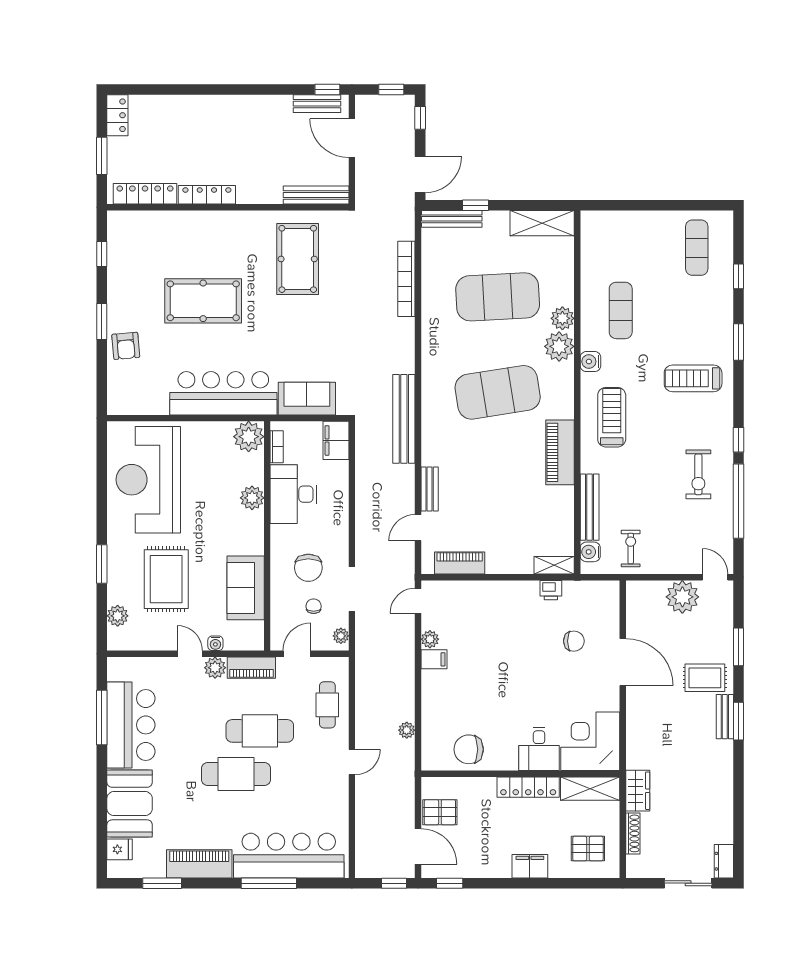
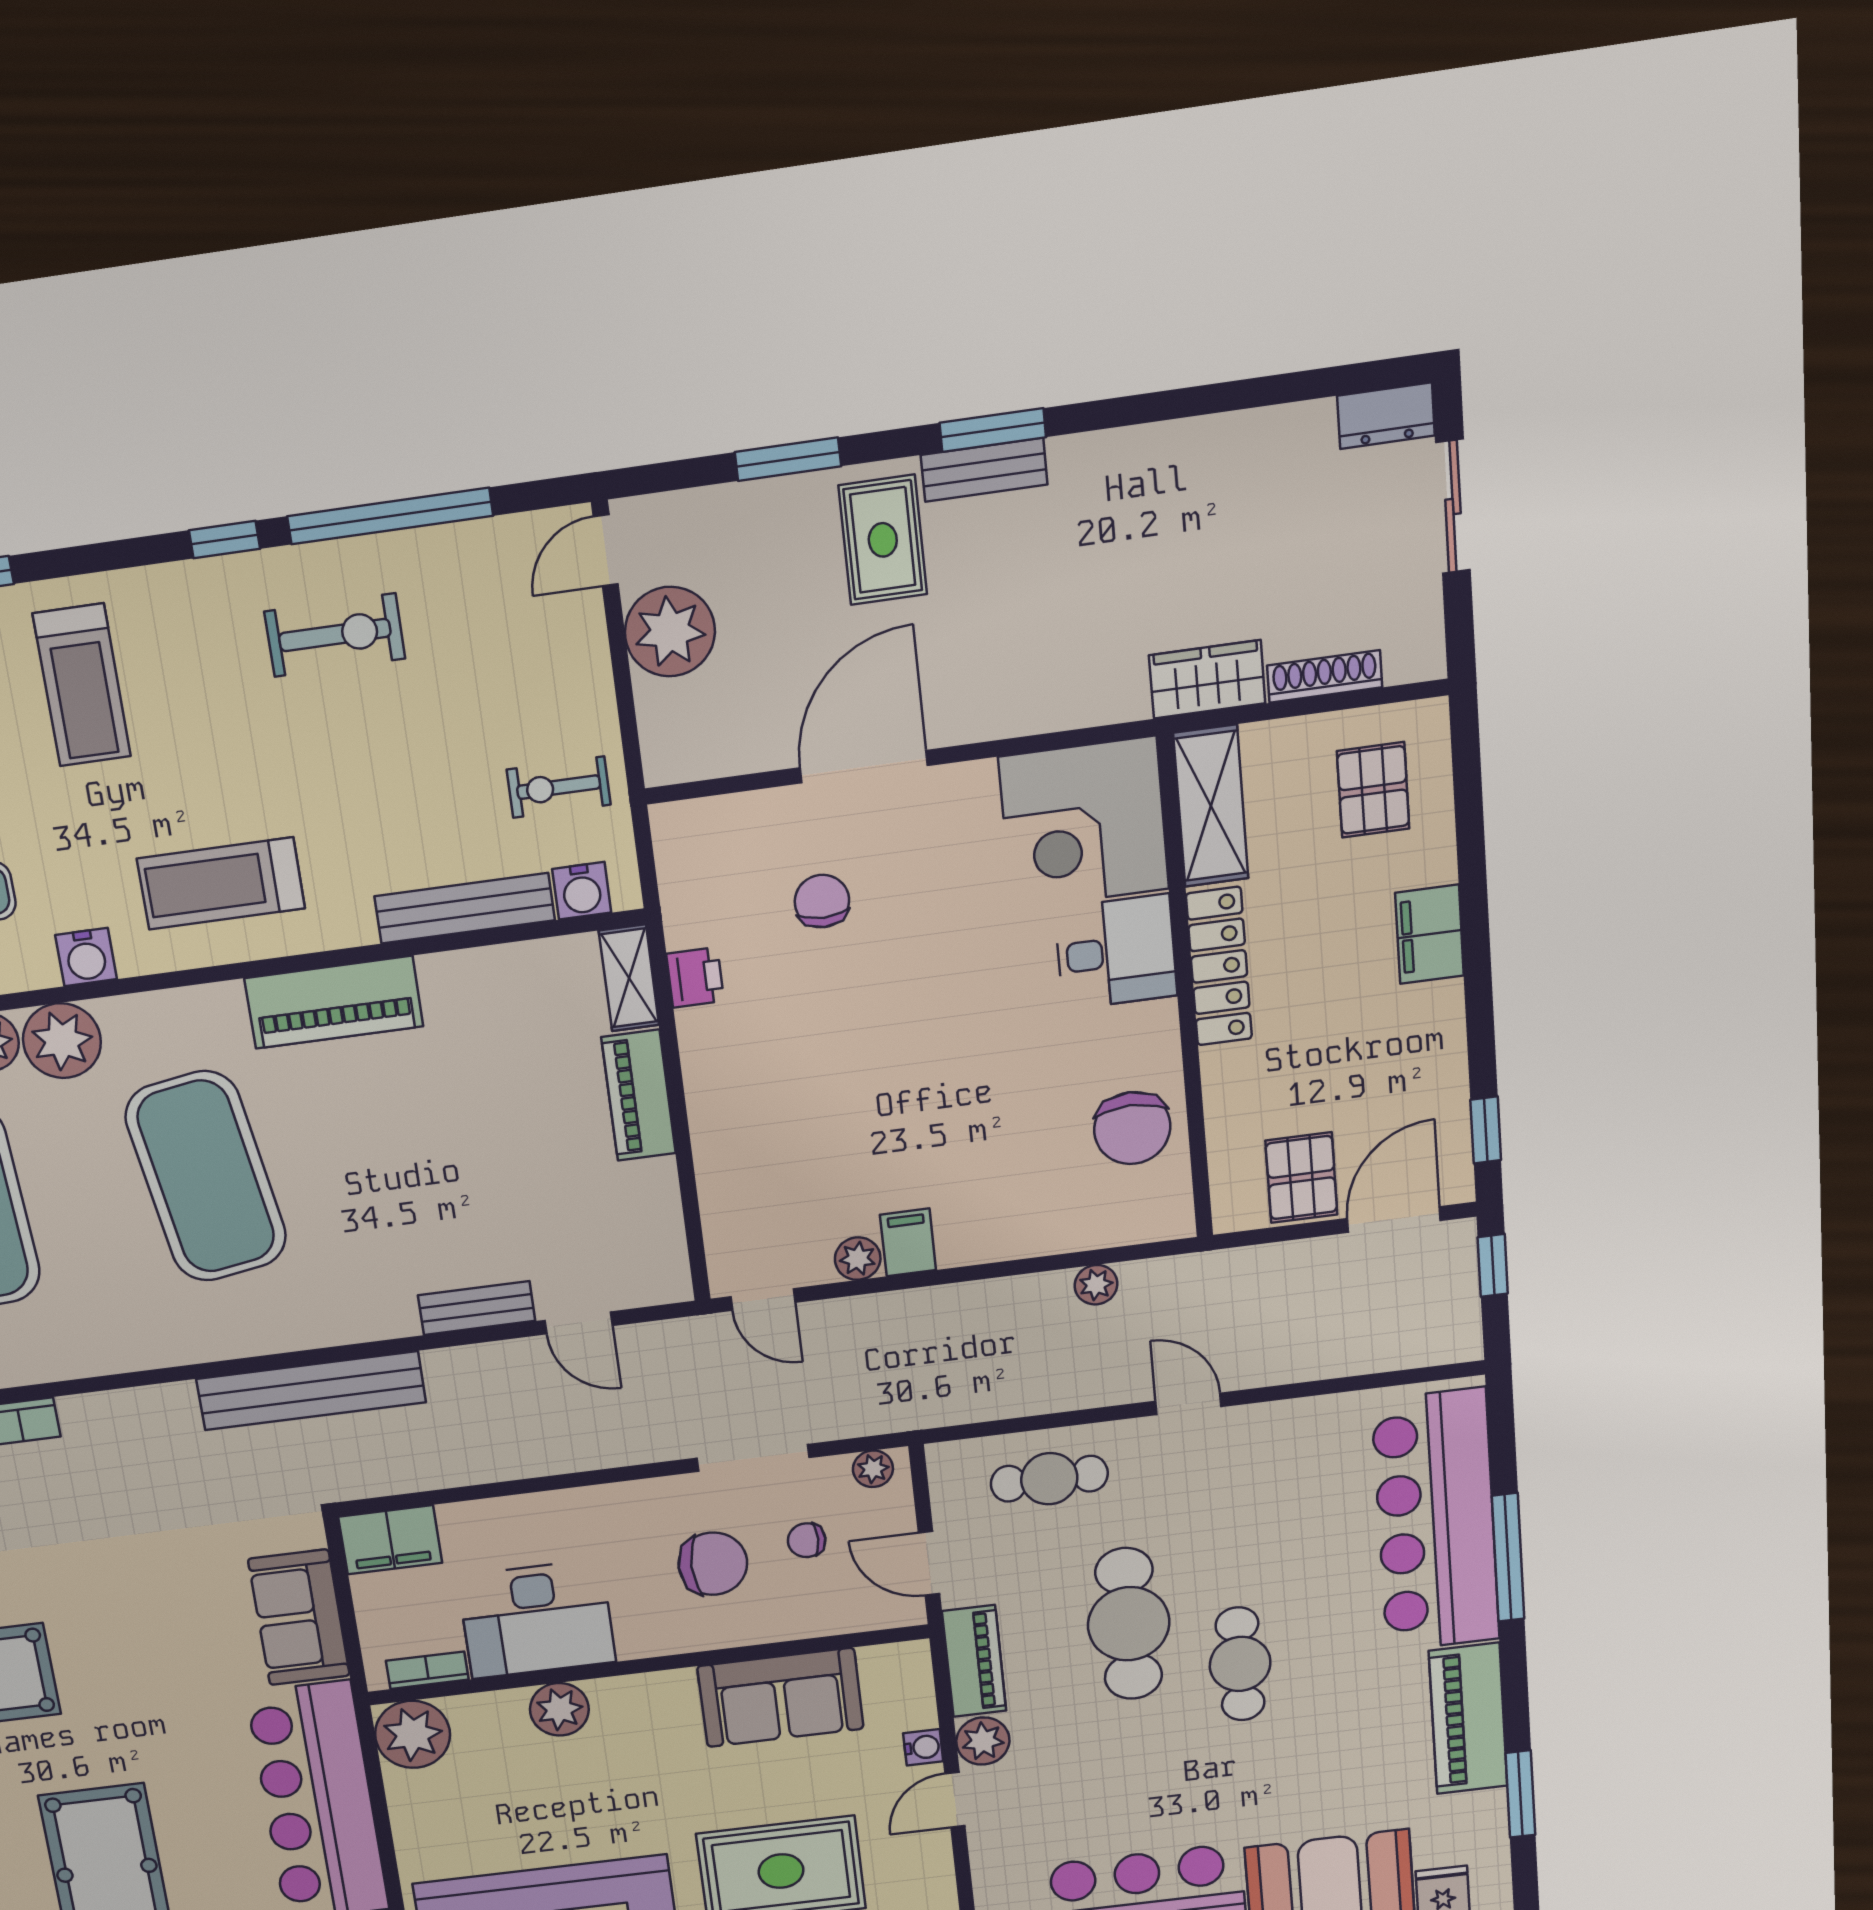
piano: (460, 563) -> (639, 1095), moved
cafe table: (236, 774) -> (1240, 1664), width x0.73, depth x0.74

